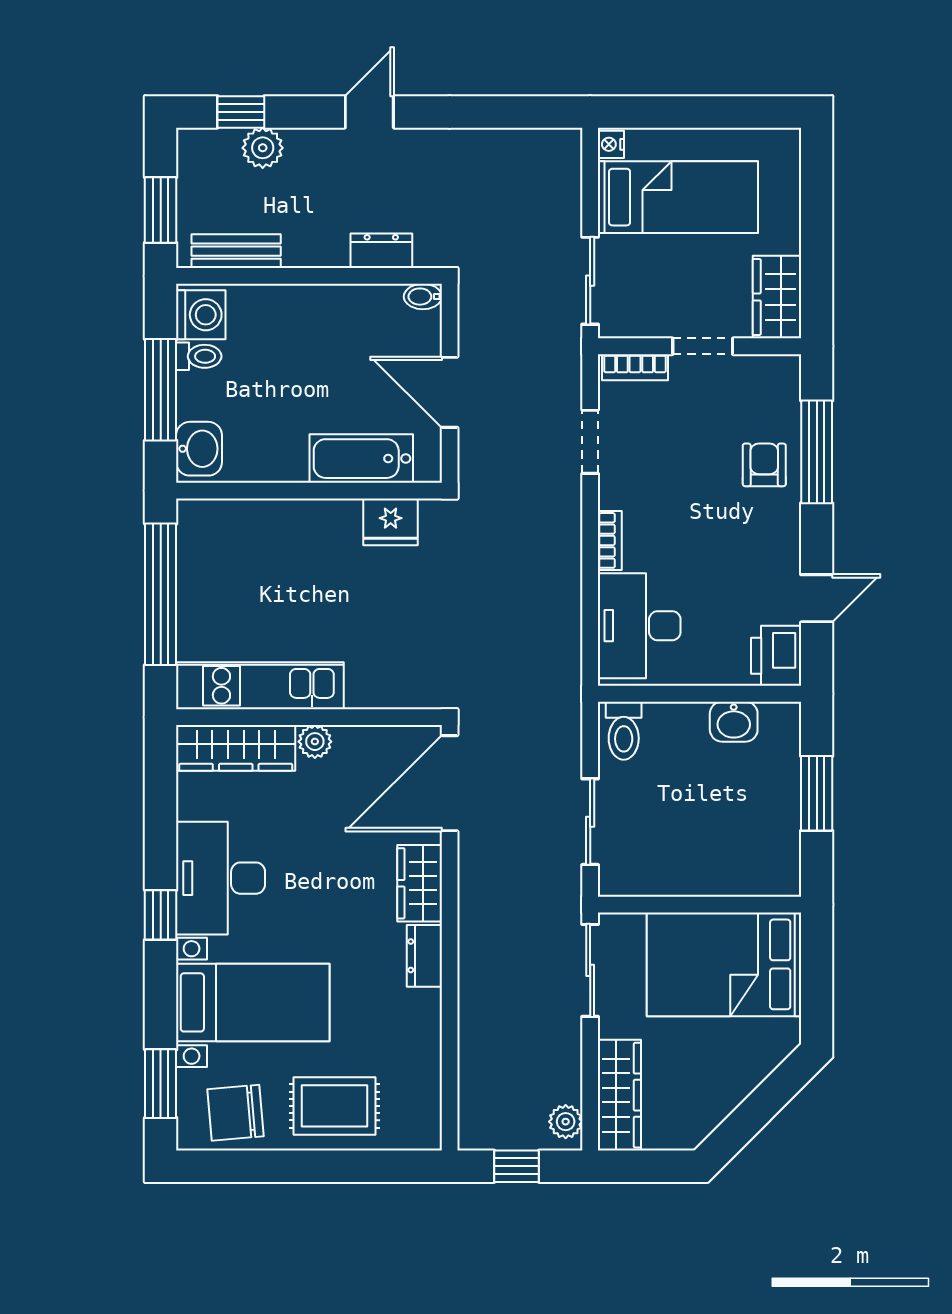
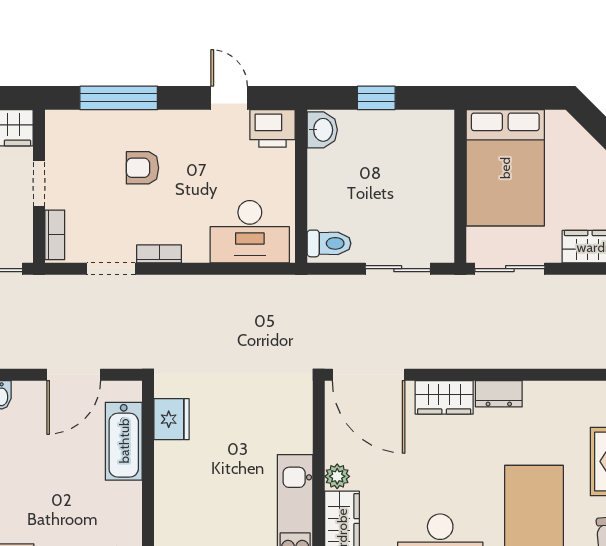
armchair: (764, 465) -> (142, 168), moved
bookcase: (610, 540) -> (159, 254), moved
washbasin: (734, 722) -> (322, 130), moved
window: (817, 793) -> (376, 98), width x0.67

